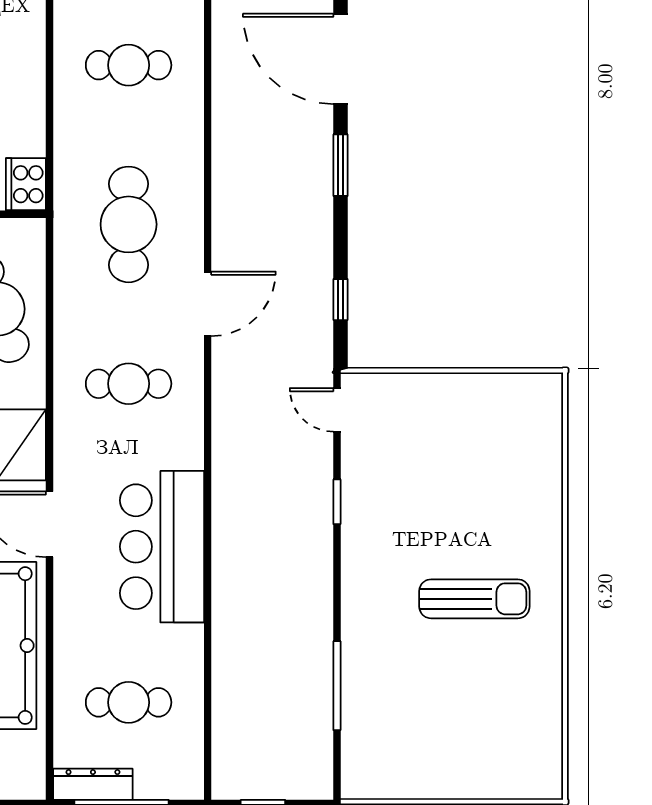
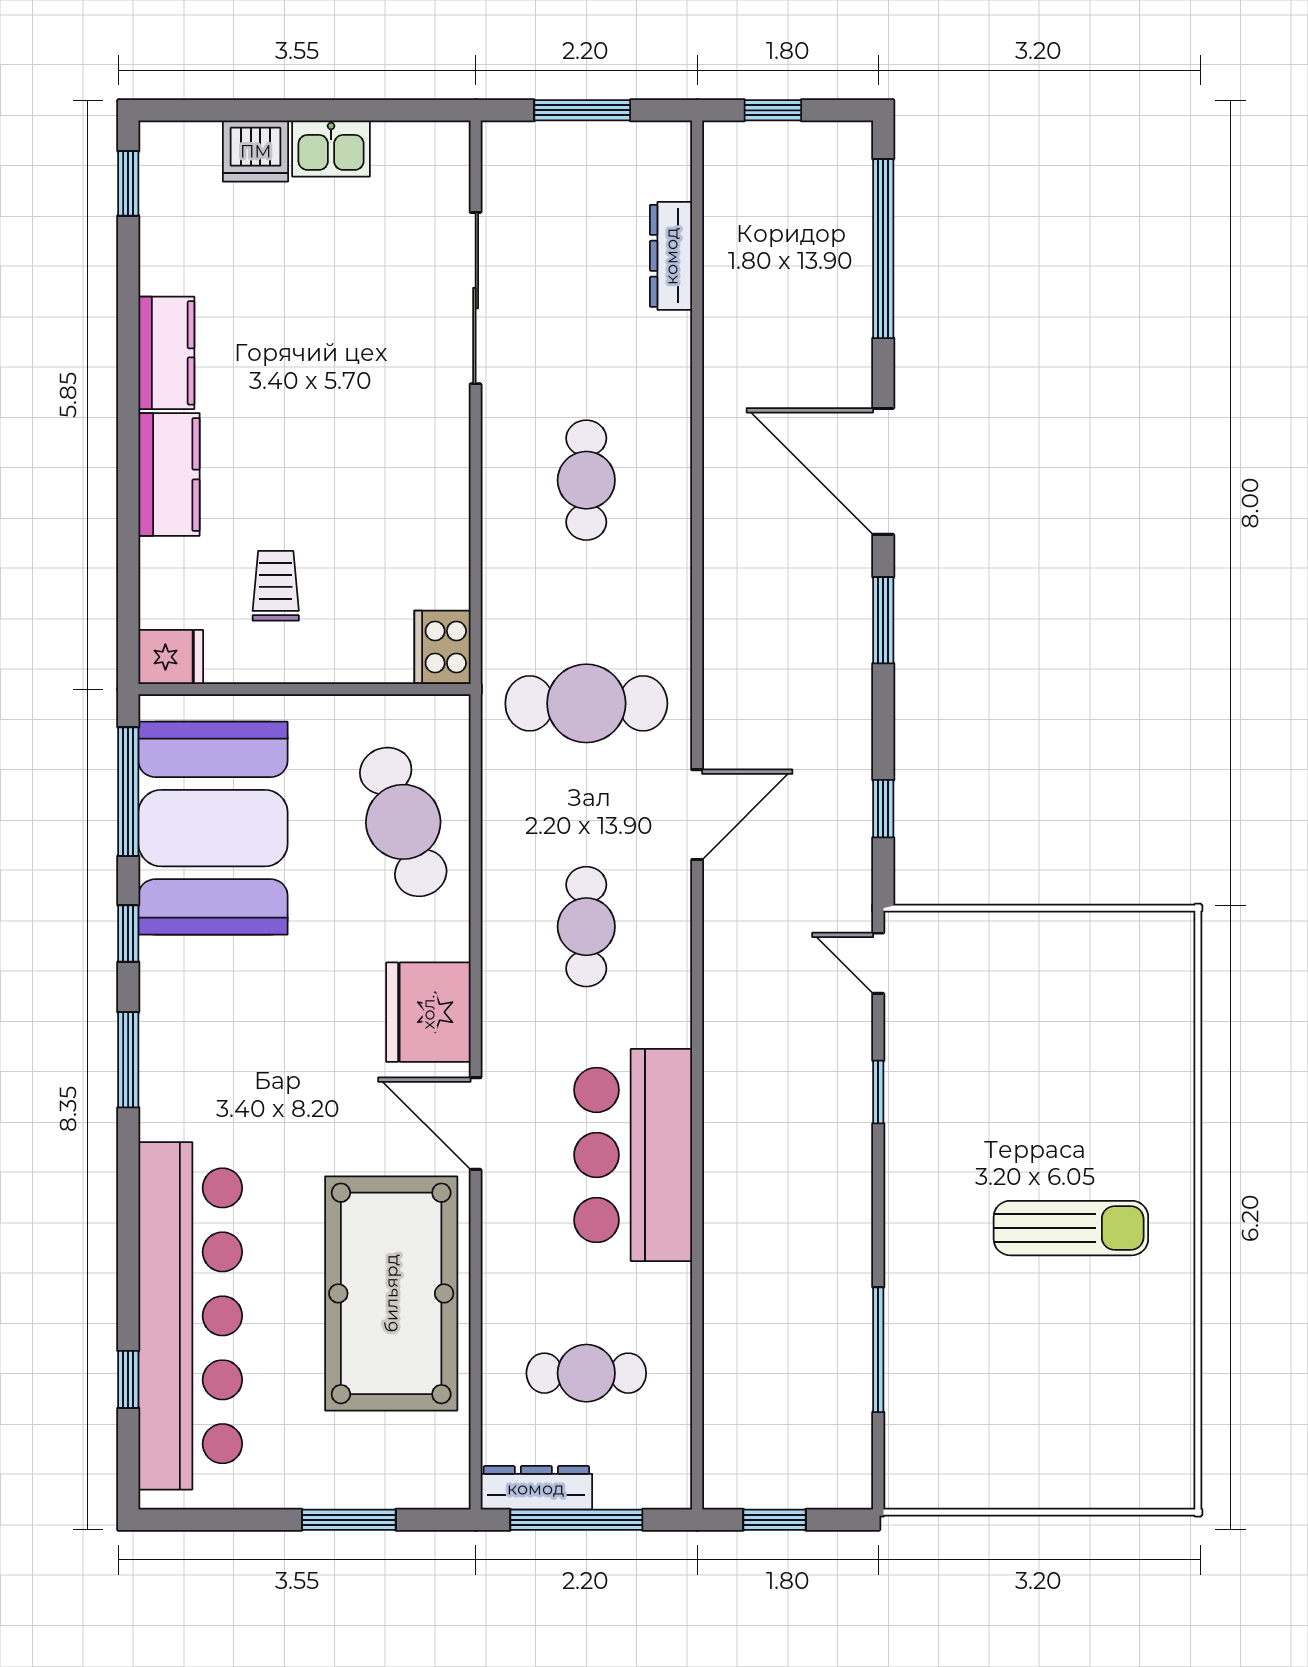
cafe table: (129, 65) -> (586, 480), turned 90
cafe table: (129, 224) -> (586, 703), turned 90
cafe table: (129, 384) -> (586, 927), turned 90

